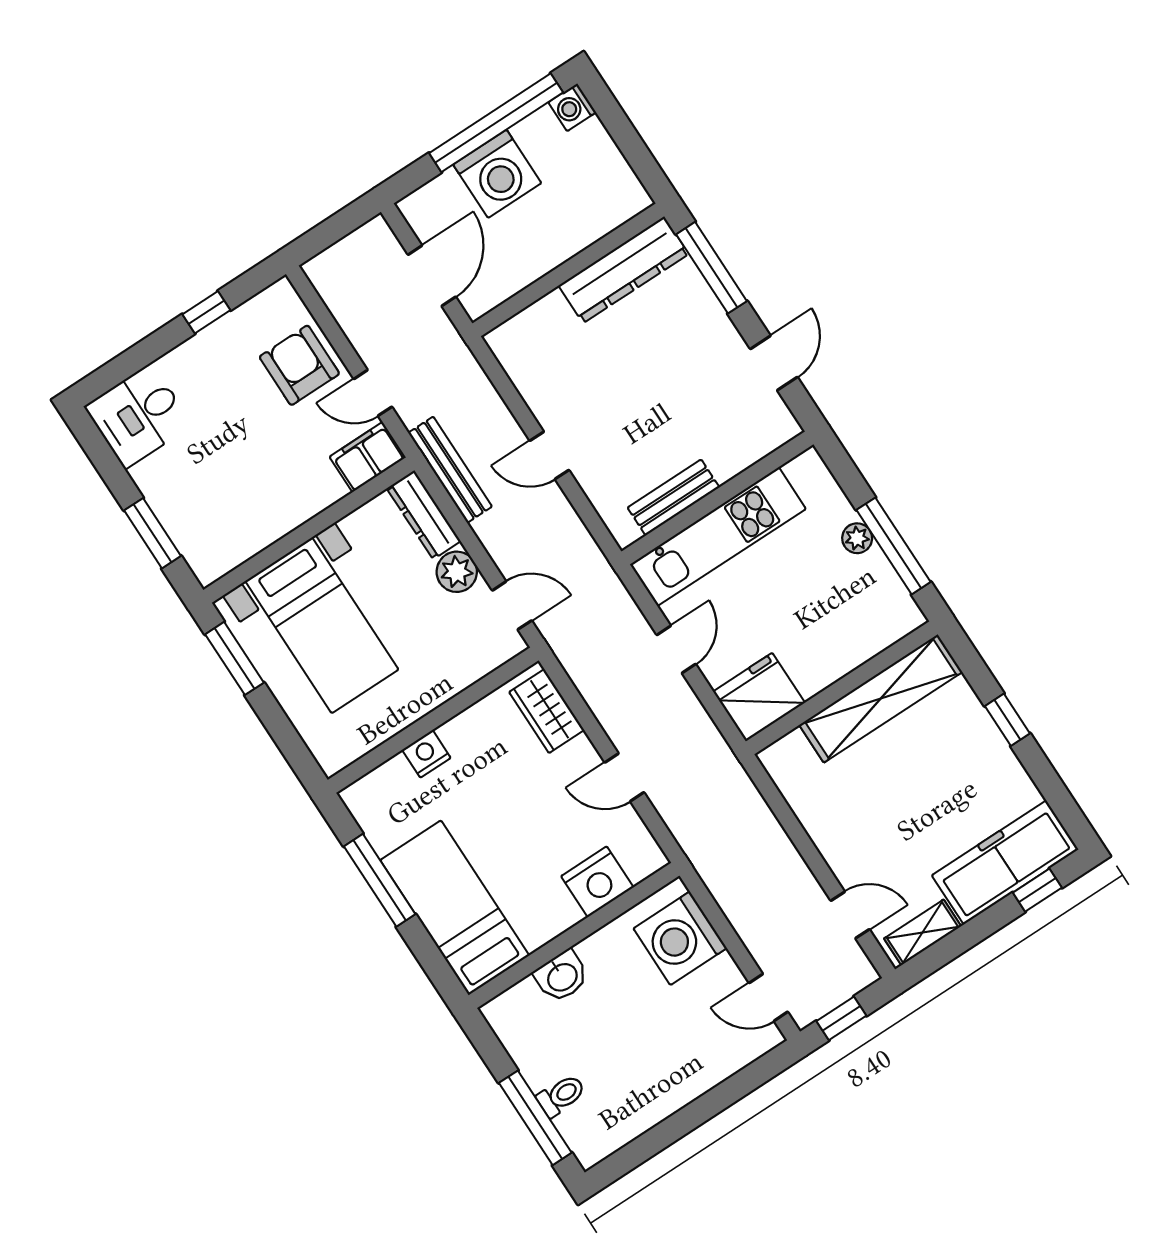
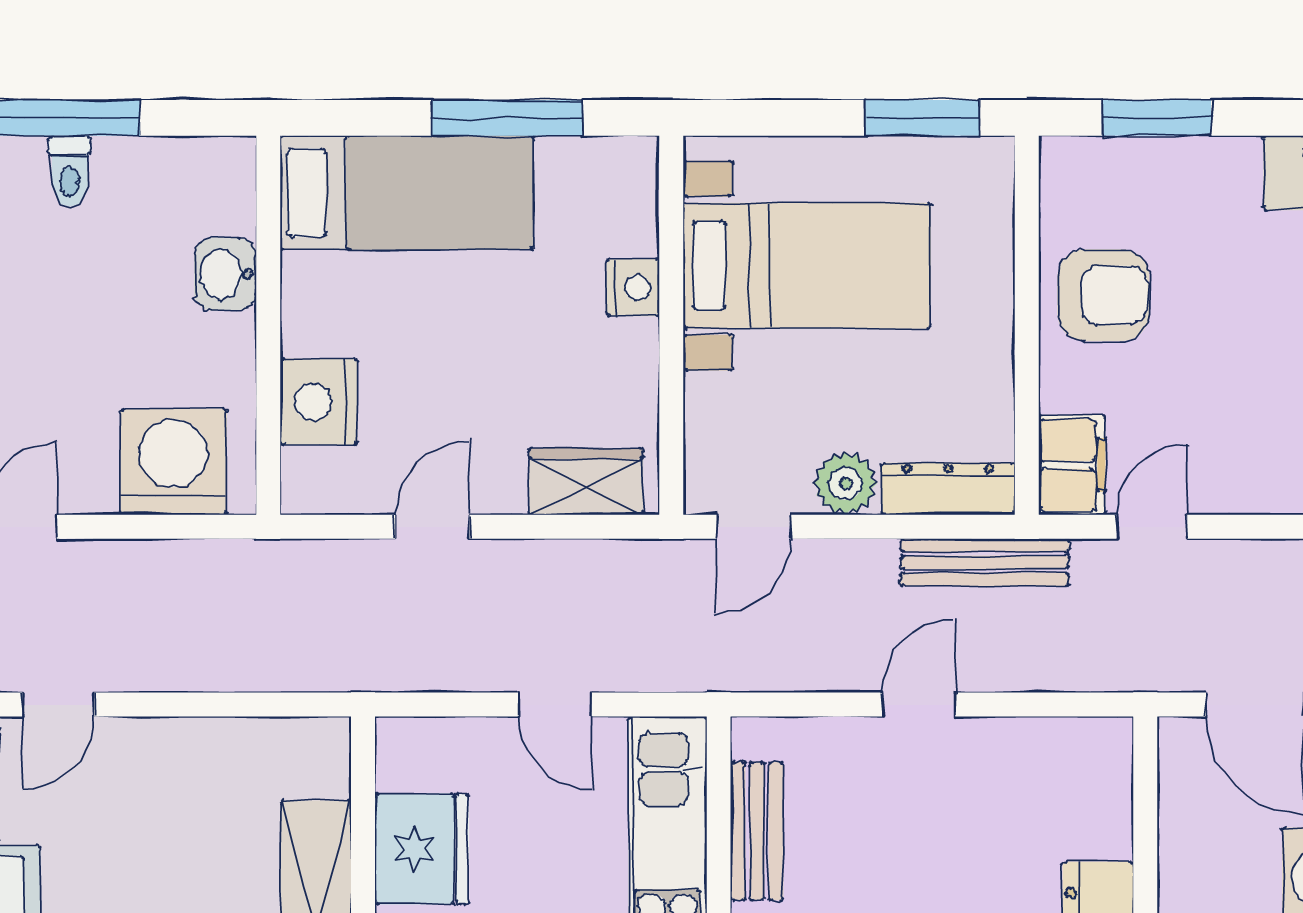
armchair: (299, 365) -> (1103, 295), moved
bed with nightstands: (322, 625) -> (807, 266), moved, turned 180
fridge: (759, 697) -> (422, 849), moved

